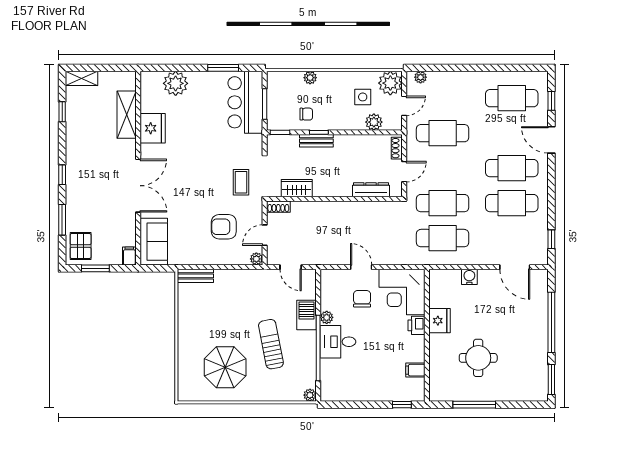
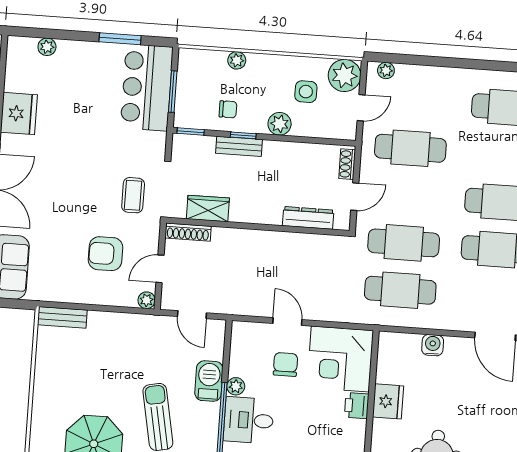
plant: (176, 83) -> (47, 47), width x0.53, depth x0.53
plant: (374, 122) -> (280, 124), moved
shoe rack: (278, 207) -> (188, 232), width x1.43

